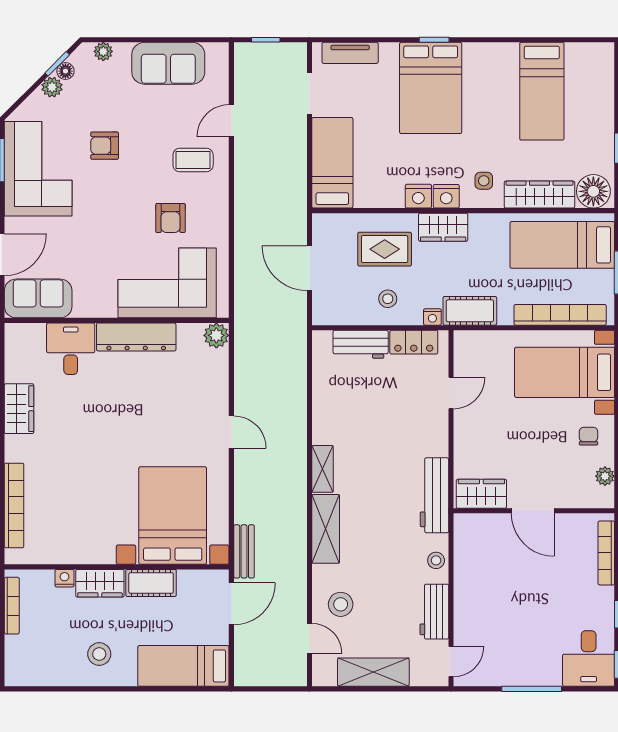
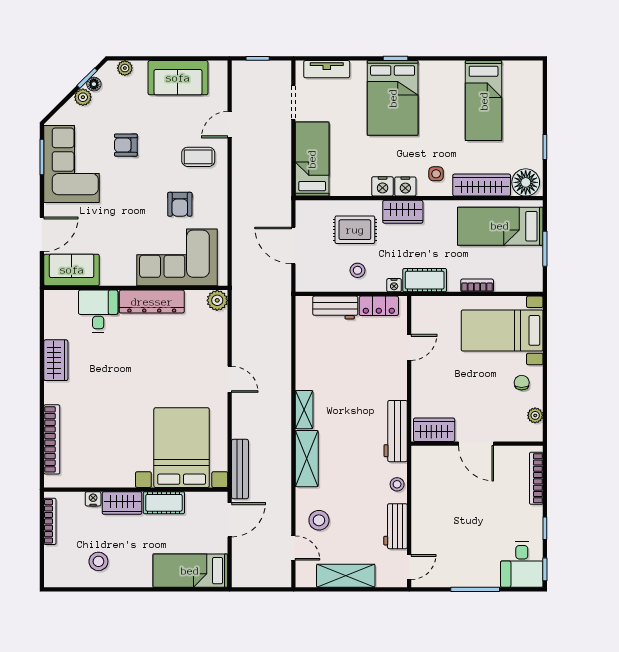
bookcase: (560, 315) -> (477, 285), width x0.43, depth x0.76
bench: (244, 551) -> (240, 469), width x1.36
stool: (99, 654) -> (98, 561), moved

